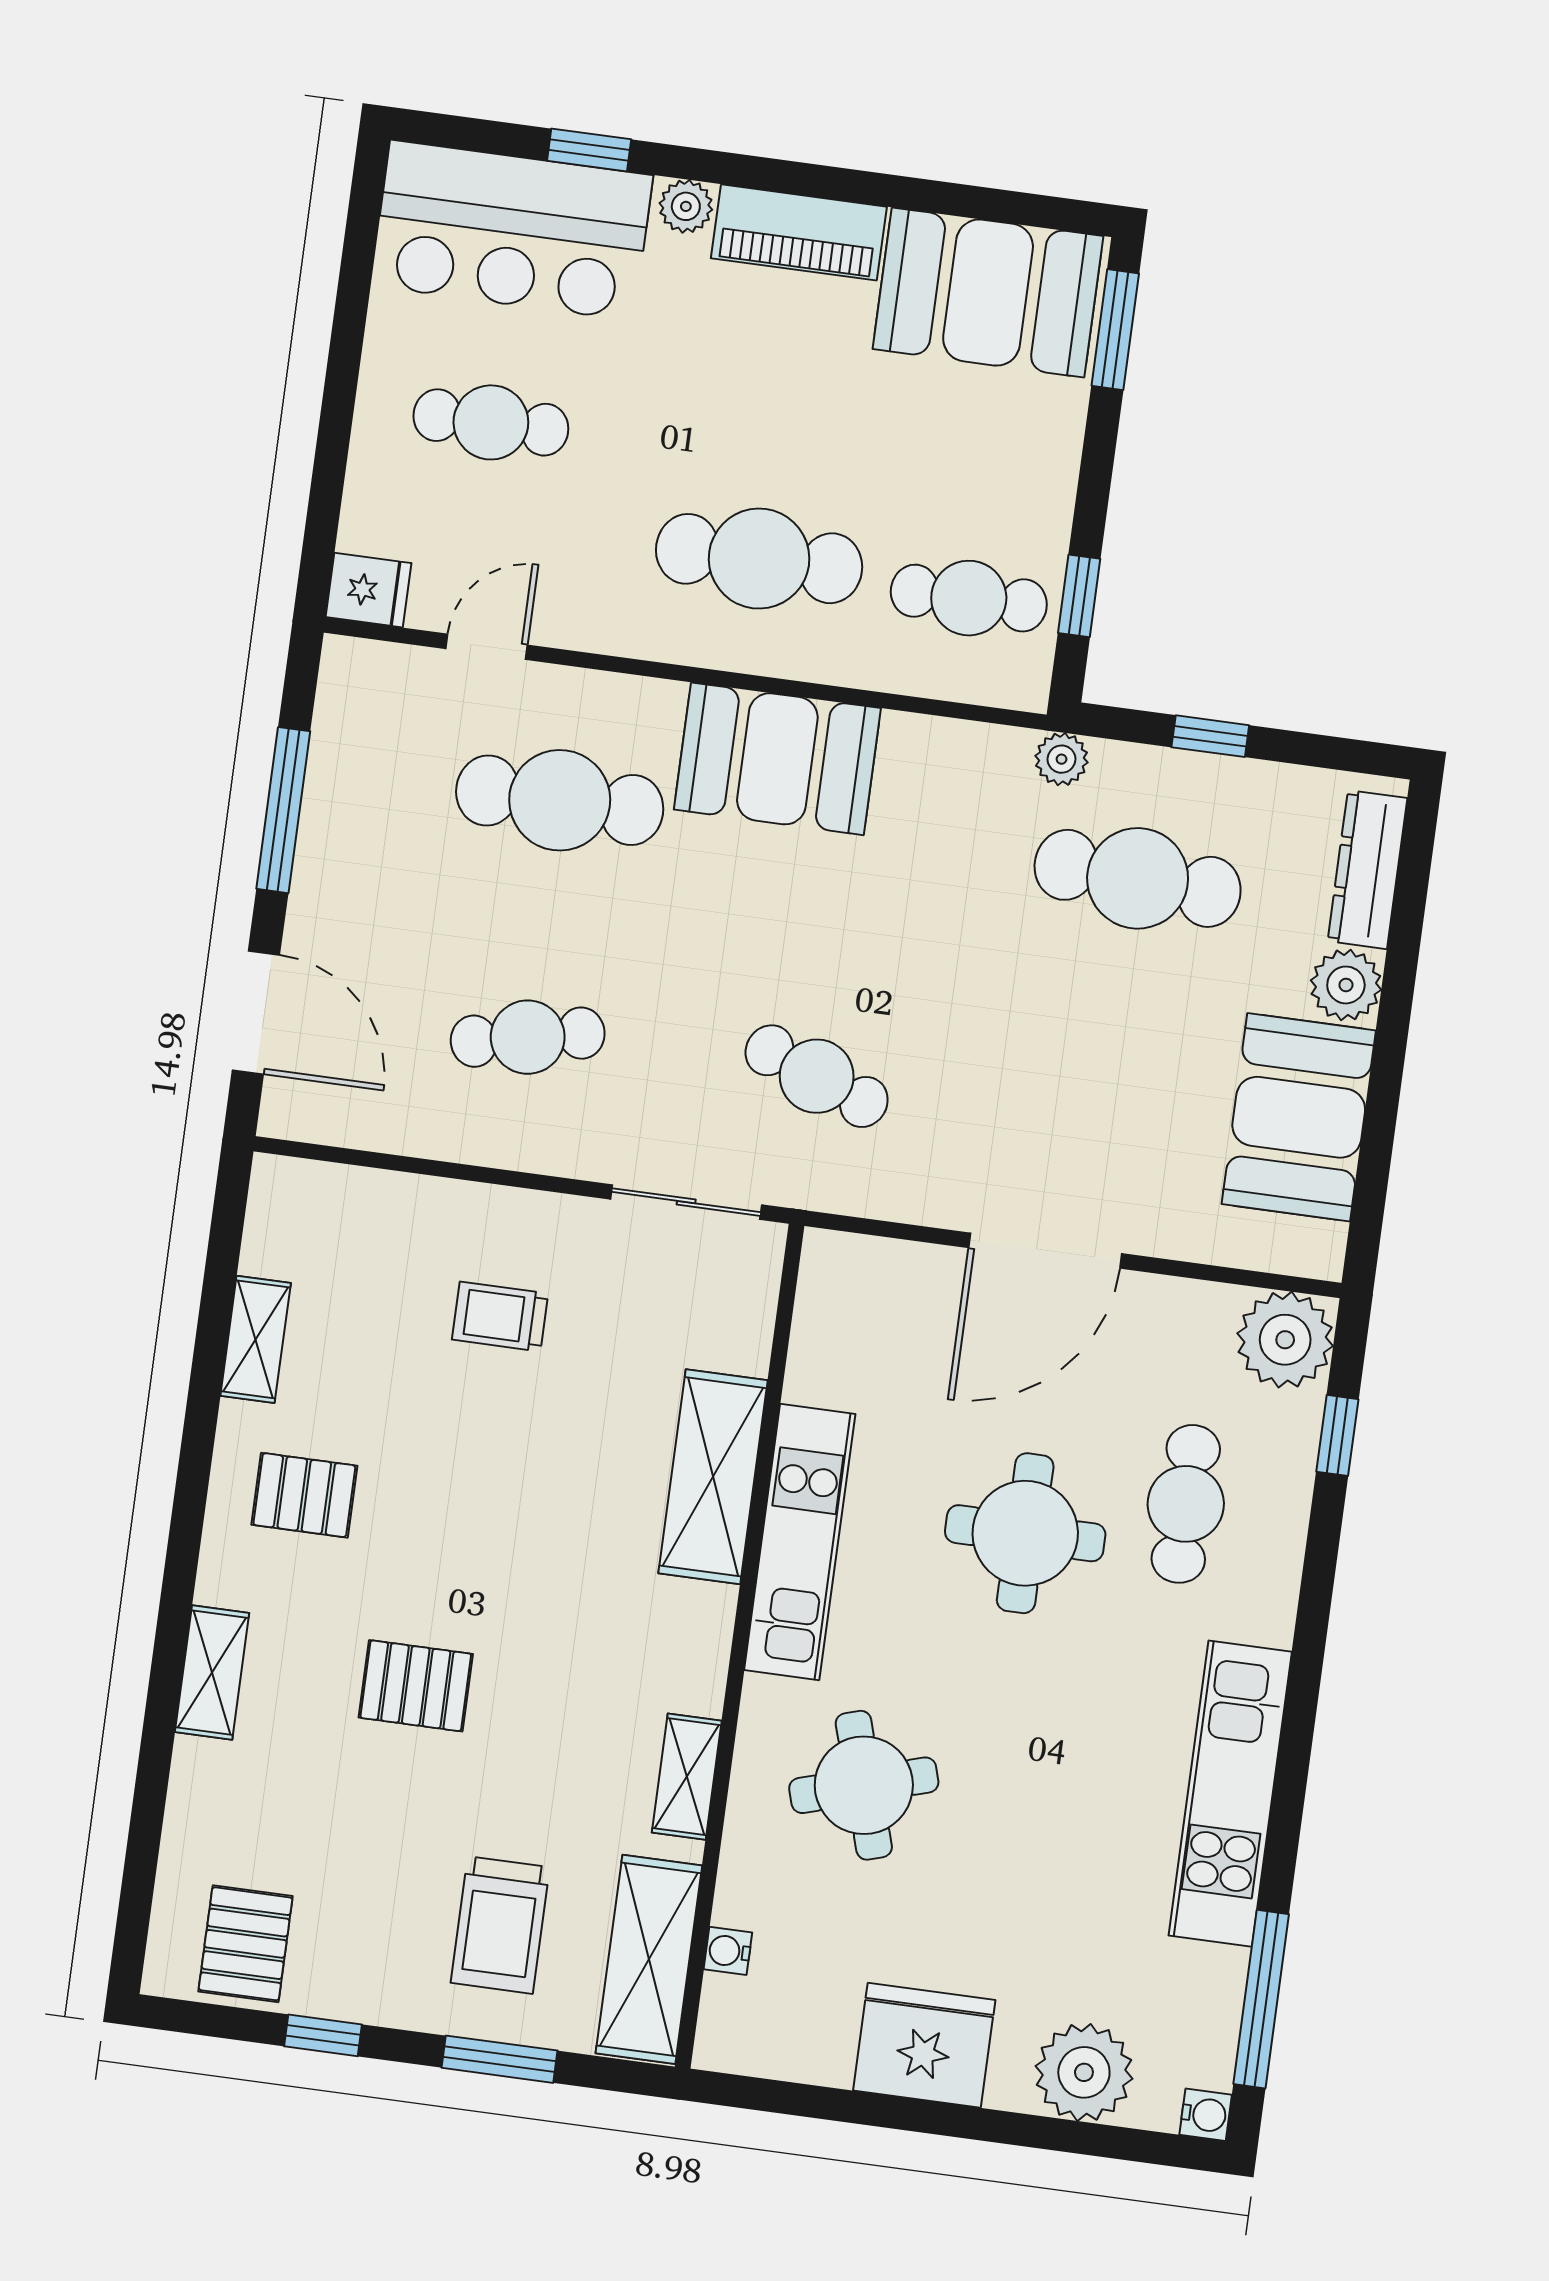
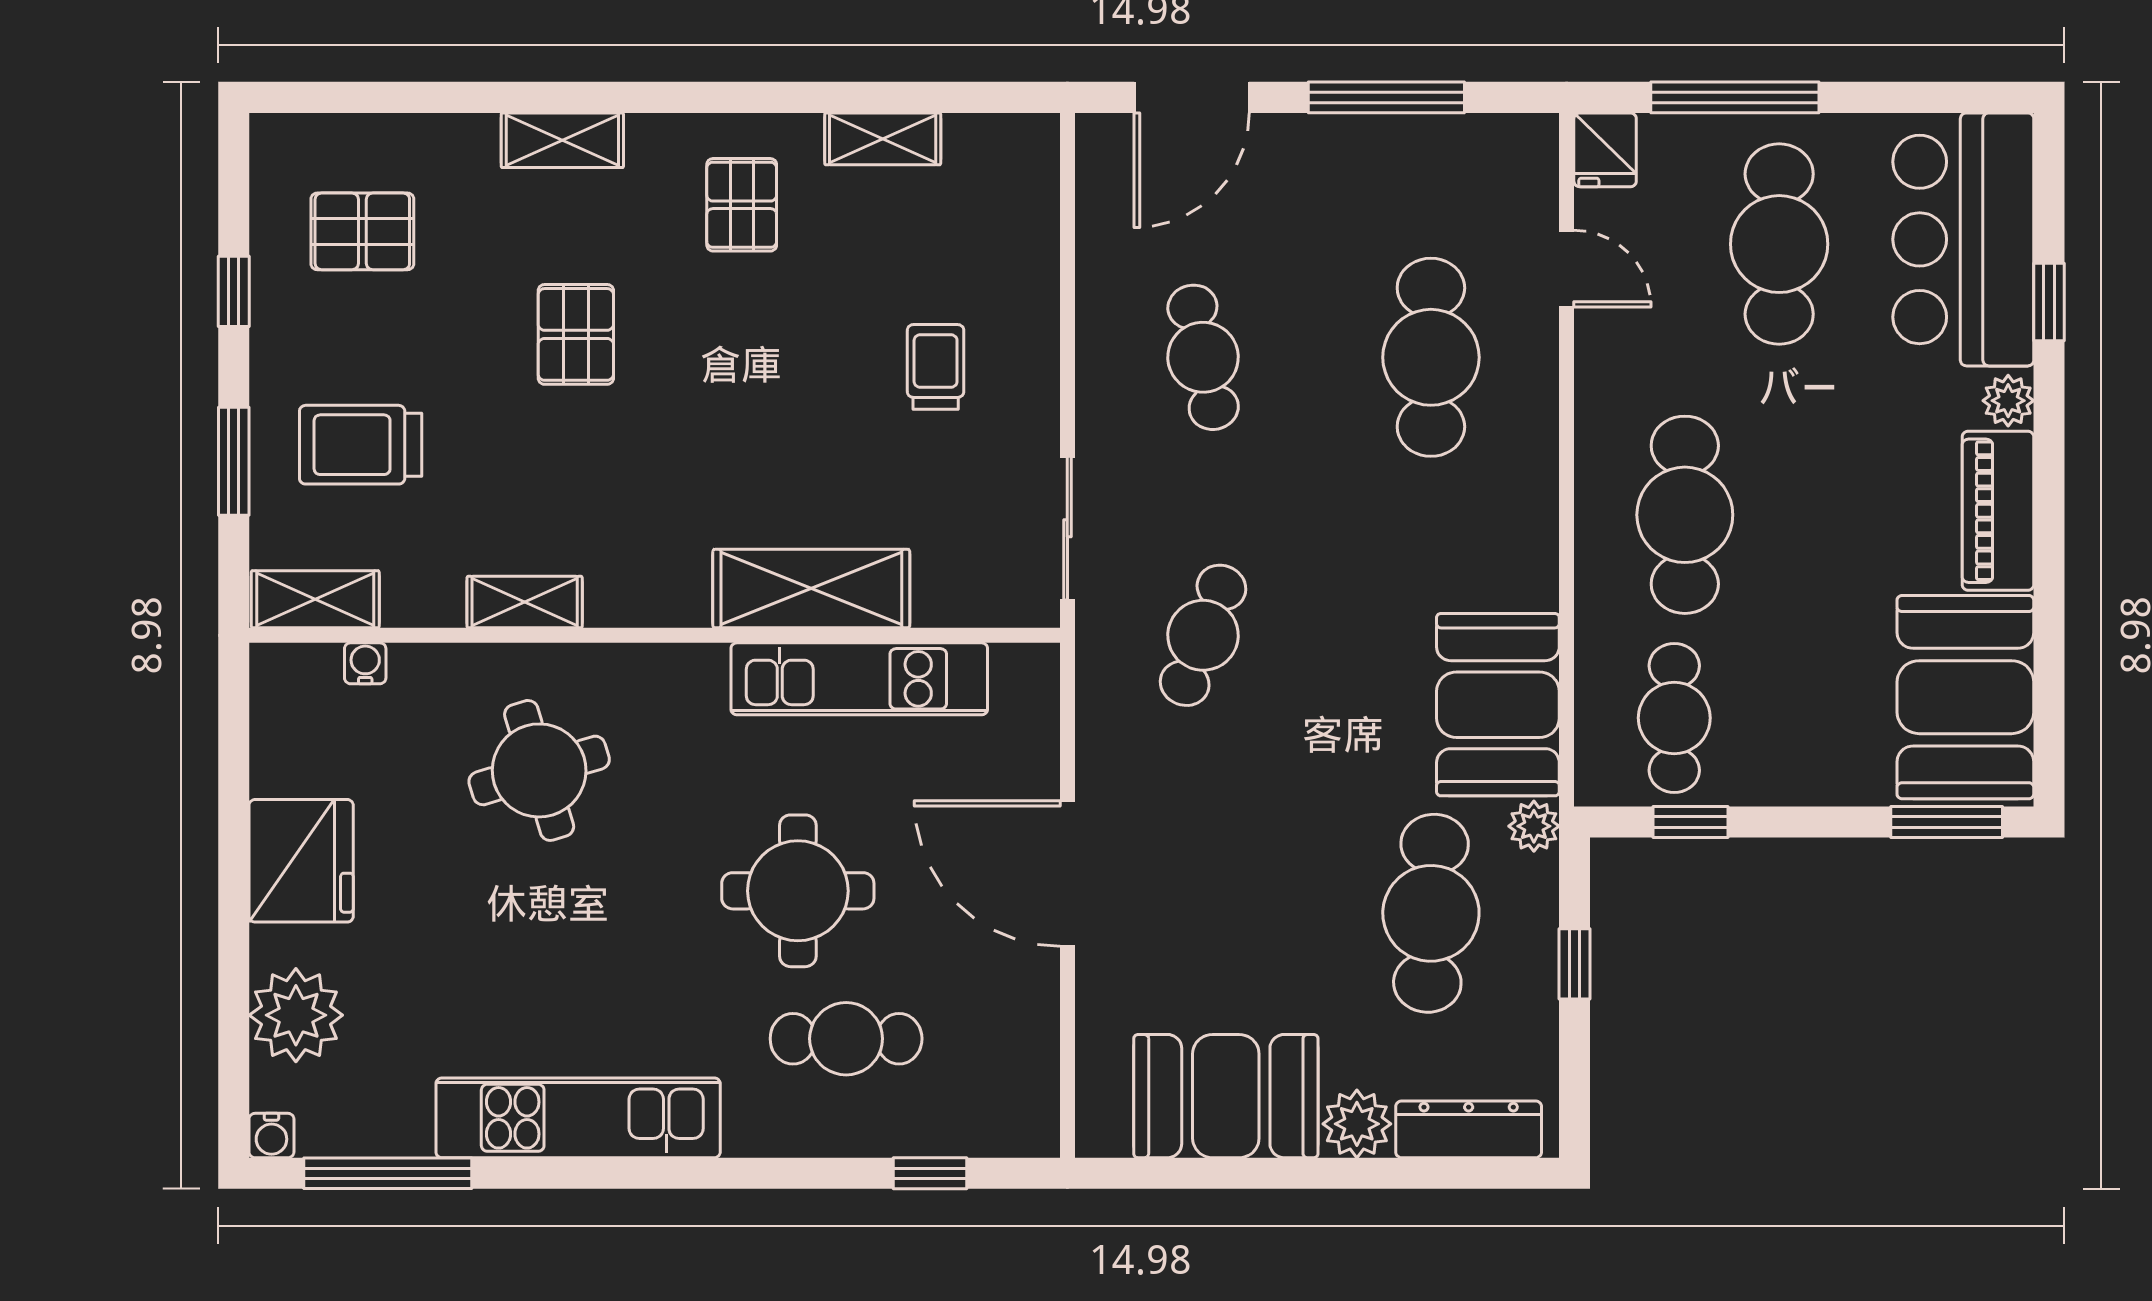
cafe table: (491, 422) -> (1779, 244), width x1.37, depth x1.35
window: (332, 448) -> (1735, 97), added
booth: (777, 759) -> (1498, 705), moved
plant: (1285, 1340) -> (1014, 1112), removed
kitchen unit: (800, 1542) -> (859, 679), moved
pallet: (246, 1944) -> (362, 231), moved
shelving: (649, 1959) -> (315, 599), width x0.67, depth x0.75

